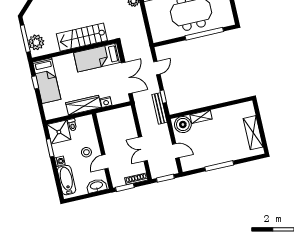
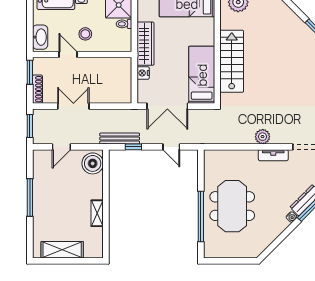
shelving: (201, 117) -> (97, 213), moved

